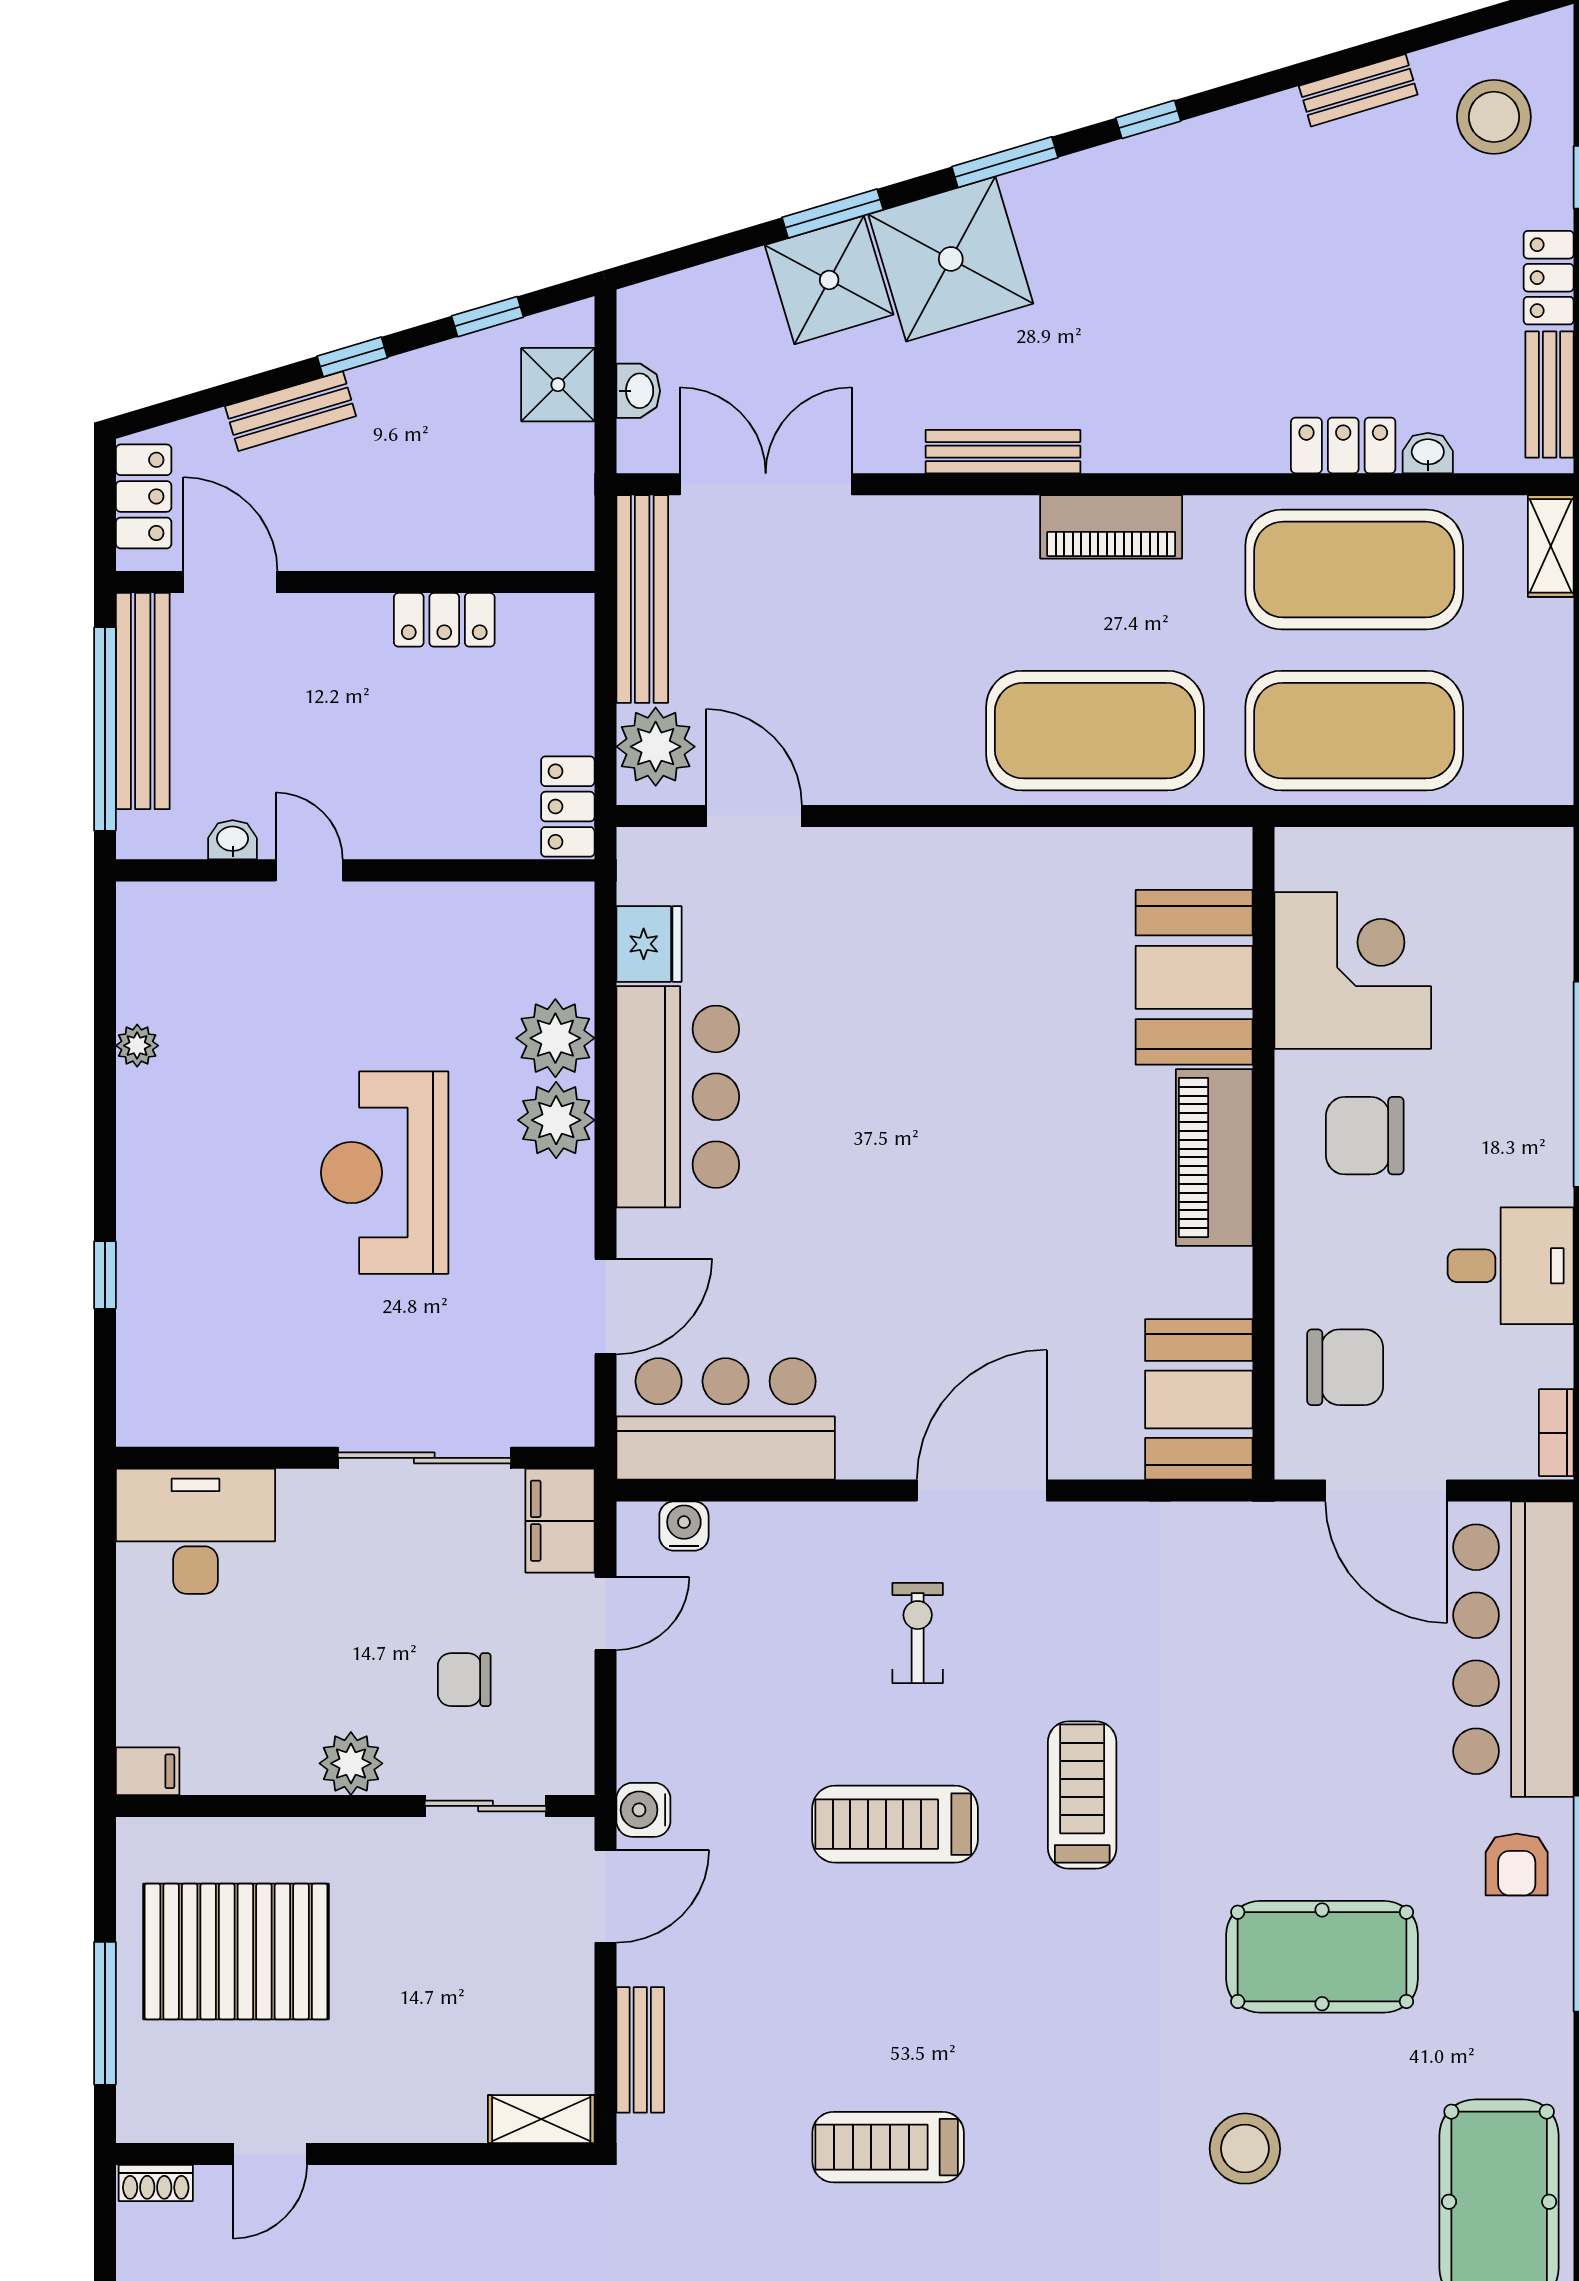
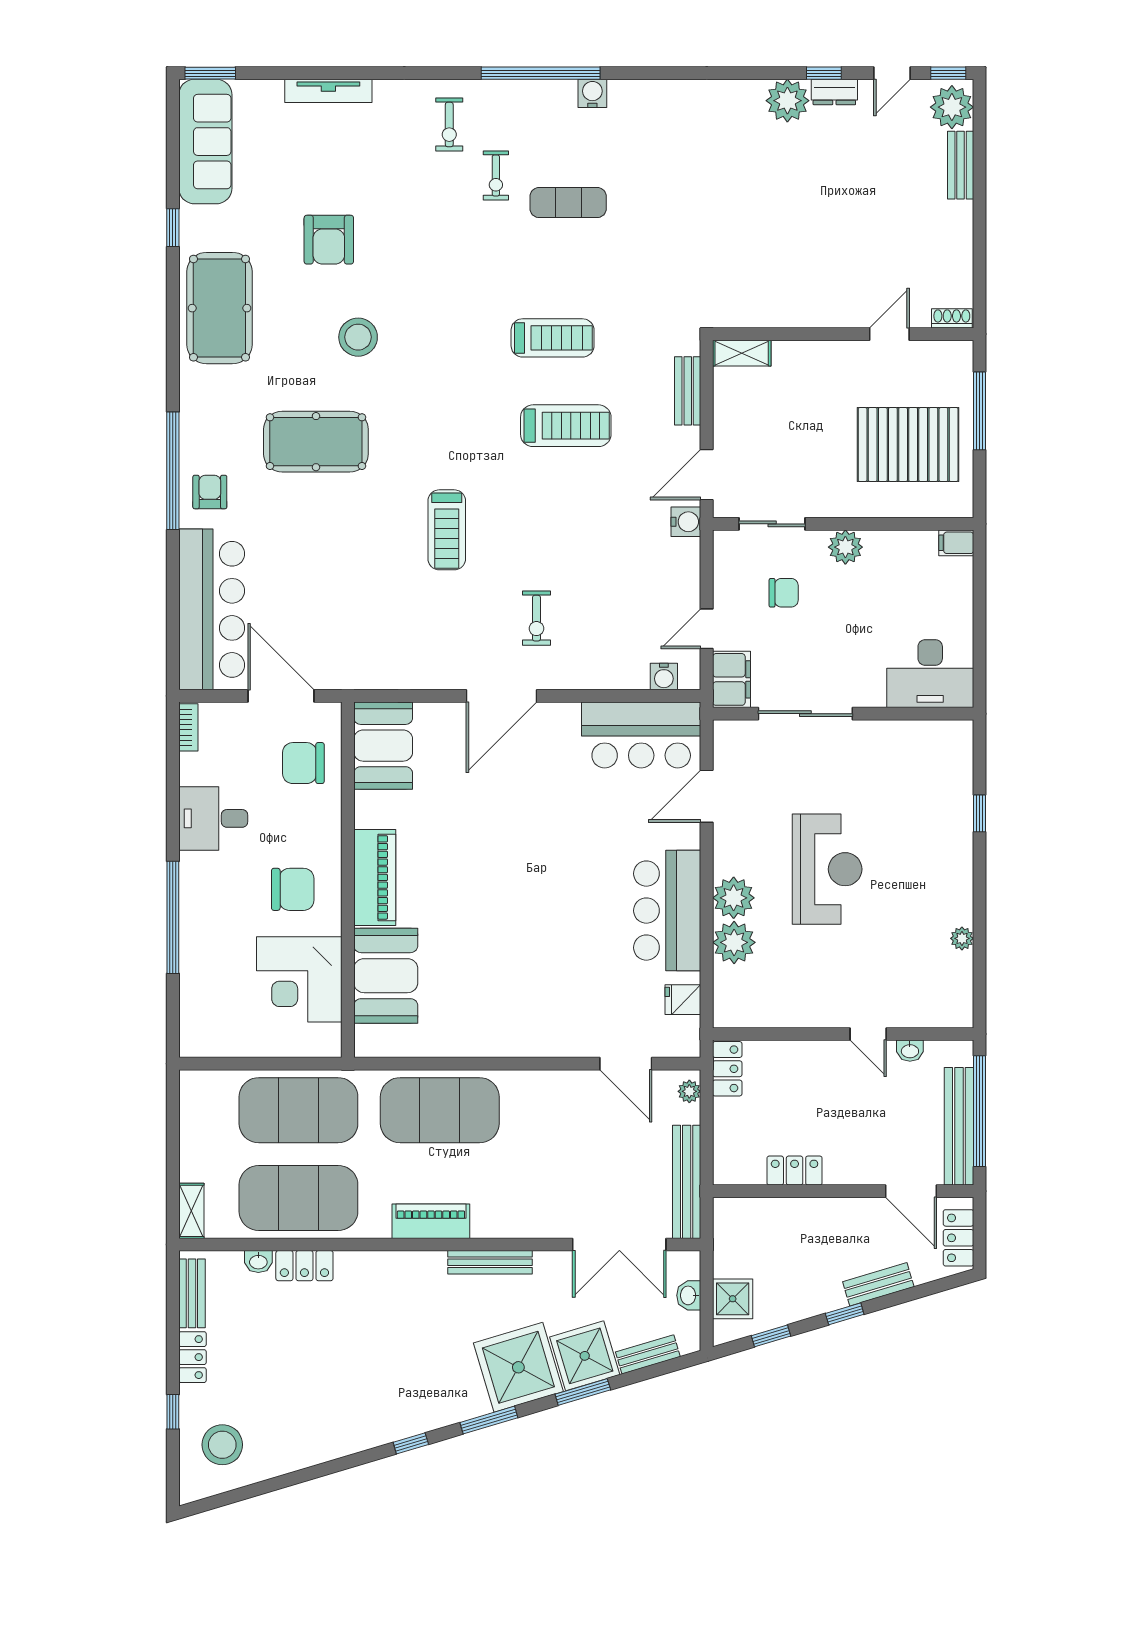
bench: (1358, 90) -> (648, 1354), moved
plant: (656, 747) -> (689, 1091), width x0.53, depth x0.53
fridge: (649, 944) -> (683, 1000), width x0.72
treadmill: (895, 1824) -> (566, 426), moved

